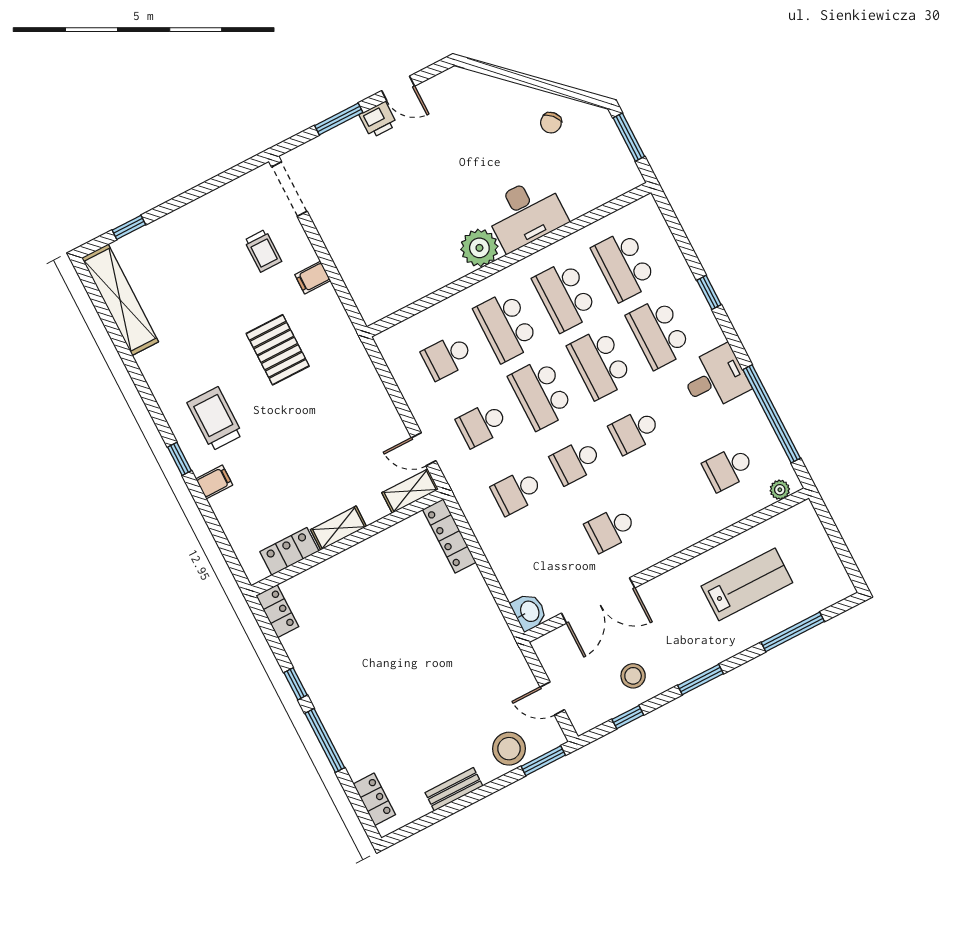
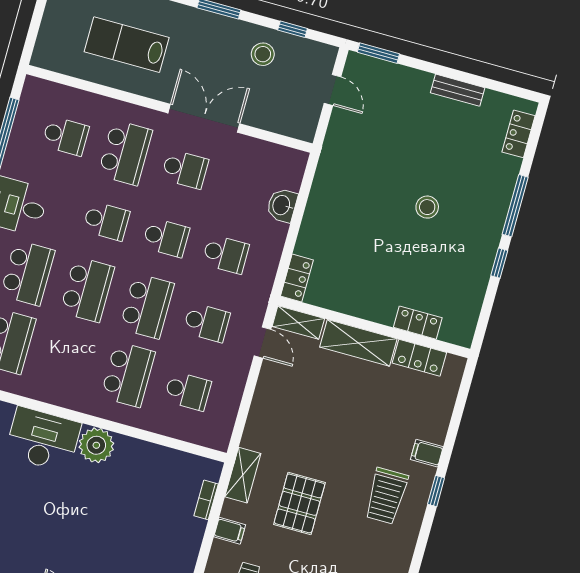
bookcase: (354, 285) -> (206, 500), added
school desk: (565, 296) -> (125, 153), moved
shelving: (343, 331) -> (243, 475), added
plant: (780, 490) -> (44, 89), removed
shelving: (338, 528) -> (358, 343), width x1.50, depth x1.33
locker: (449, 536) -> (297, 278), width x0.66
double door: (598, 601) -> (204, 118), moved
locker: (277, 611) -> (418, 323), moved, turned 90
washbasin: (529, 612) -> (282, 205), moved
stool: (509, 749) -> (427, 207), moved, width x0.73, depth x0.73

